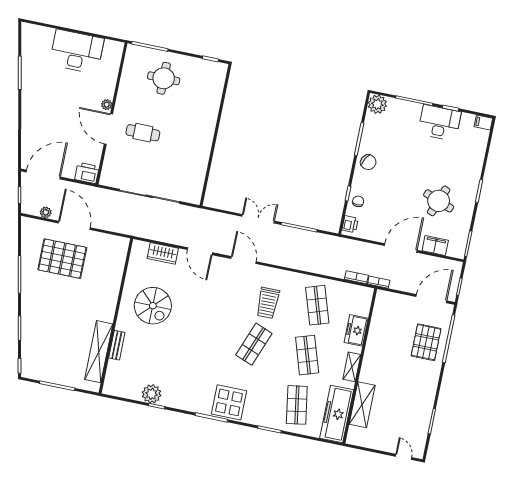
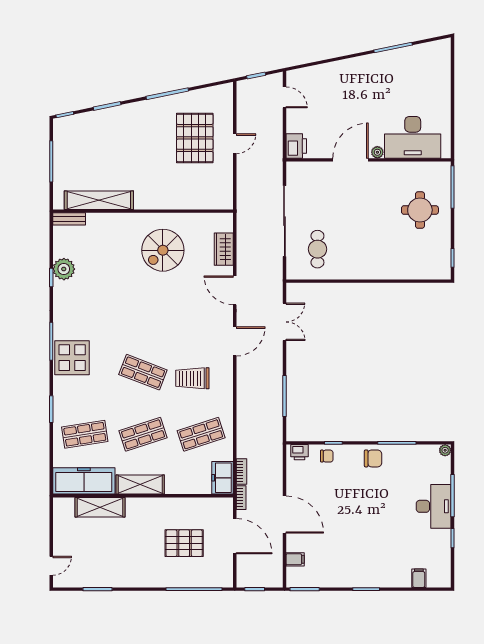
desk: (77, 52) -> (413, 137), moved, turned 90
plant: (377, 104) -> (445, 450), width x0.53, depth x0.53
desk: (440, 123) -> (434, 506), moved
filing cabinet: (483, 123) -> (419, 578), moved
cafe table: (143, 133) -> (317, 249), moved
chair: (368, 162) -> (373, 458), turned -118
door: (43, 175) -> (284, 97), width x0.53
round table: (439, 201) -> (346, 546), removed
plant: (46, 212) -> (243, 109), removed
double door: (258, 219) -> (284, 322), moved
door: (74, 225) -> (235, 144), width x0.53
filing cabinet: (435, 246) -> (295, 559), width x0.50
door: (200, 251) -> (235, 290), hinge flipped
door: (431, 299) -> (235, 536), moved
freezer: (356, 330) -> (222, 478), moved, turned -90
pallet: (426, 342) -> (184, 543), moved
bench: (117, 345) -> (69, 219), moved
shelving: (352, 367) -> (140, 485), width x1.50, depth x1.33

